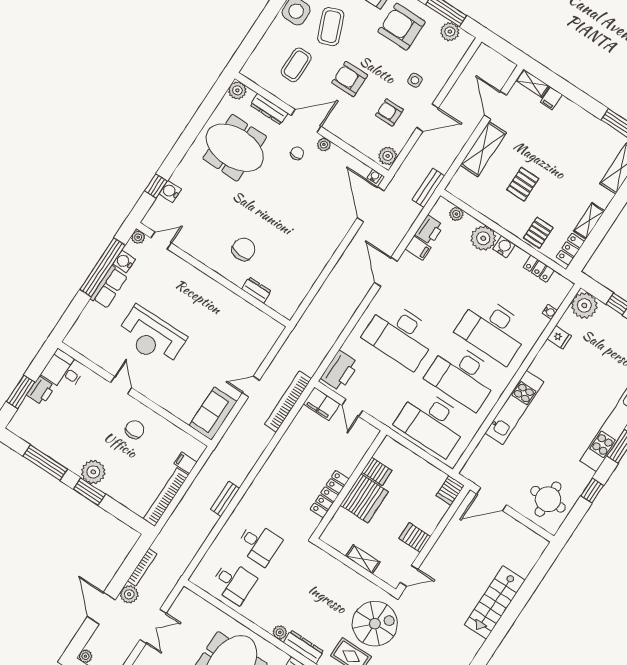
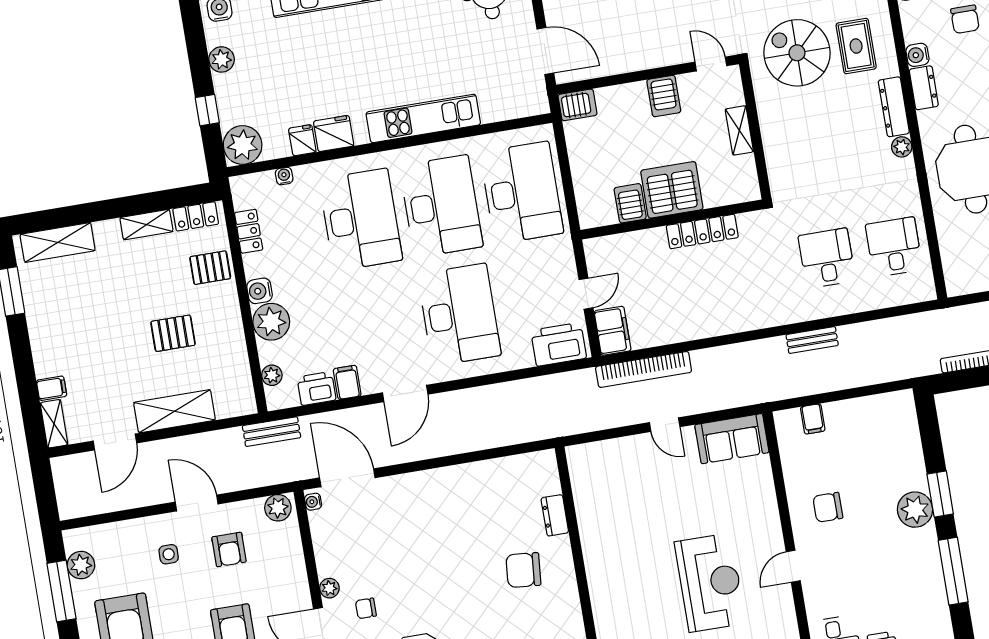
door: (371, 204) -> (347, 478), swing flipped
fridge: (548, 356) -> (334, 134), added
bookcase: (166, 497) -> (869, 406), removed

